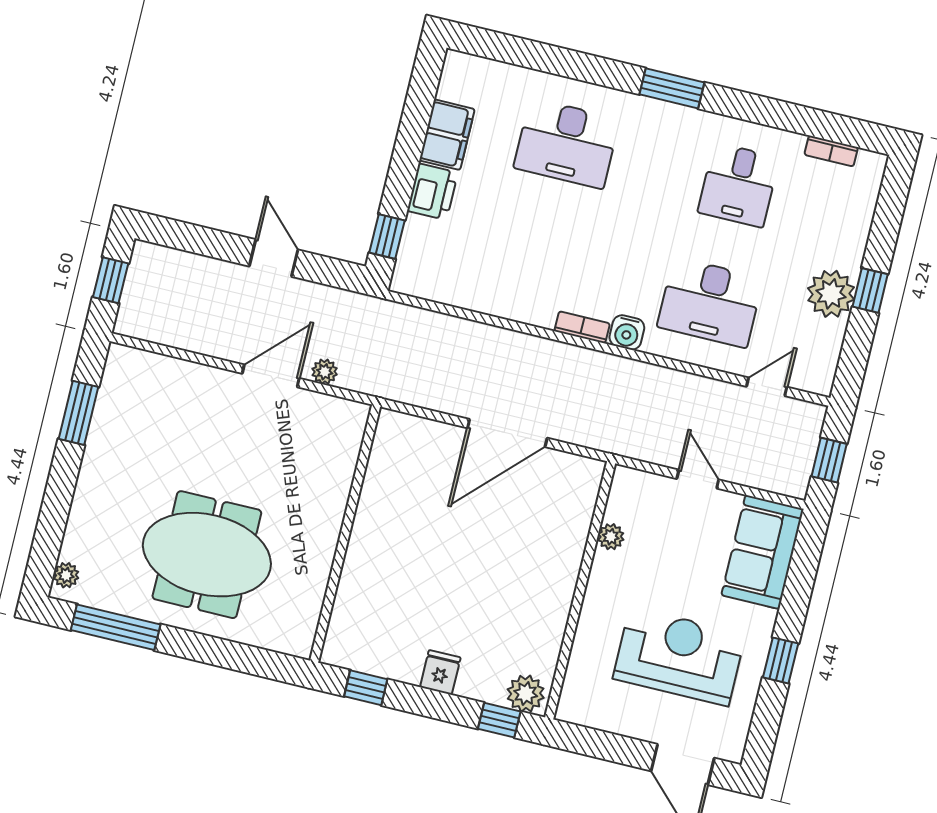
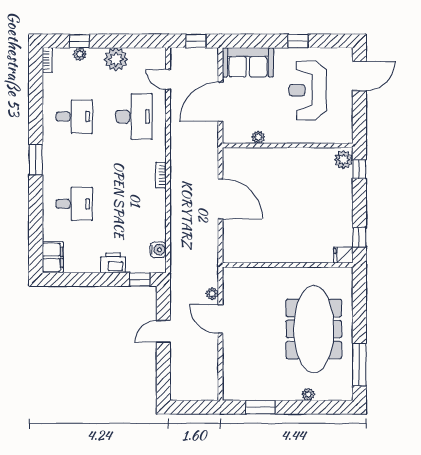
filing cabinet: (447, 135) -> (53, 257), moved, turned 90
desk: (567, 143) -> (74, 204), width x0.73
bookcase: (831, 151) -> (47, 60), moved
plant: (859, 225) -> (80, 54), added
window: (111, 280) -> (193, 407), removed
window: (870, 290) -> (79, 41), moved
water cooler: (627, 332) -> (158, 250), moved
door: (698, 479) -> (220, 102), width x1.87
meeting table: (207, 555) -> (314, 329), width x1.36
plant: (66, 575) -> (308, 394), moved
fridge: (440, 672) -> (343, 255), moved

